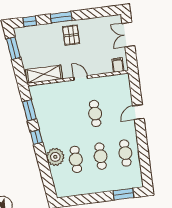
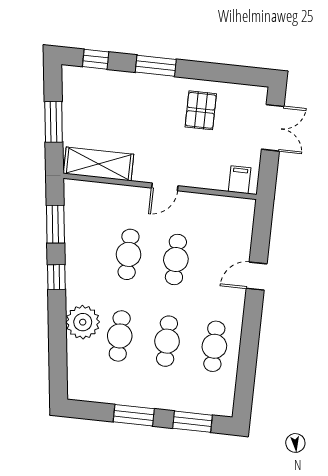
pallet: (71, 35) -> (201, 110), moved
double door: (128, 35) -> (273, 128), swing flipped
window: (13, 48) -> (54, 122), moved
door: (81, 78) -> (165, 187), swing flipped
cafe table: (70, 117) -> (129, 254), added
window: (93, 198) -> (134, 415), added

